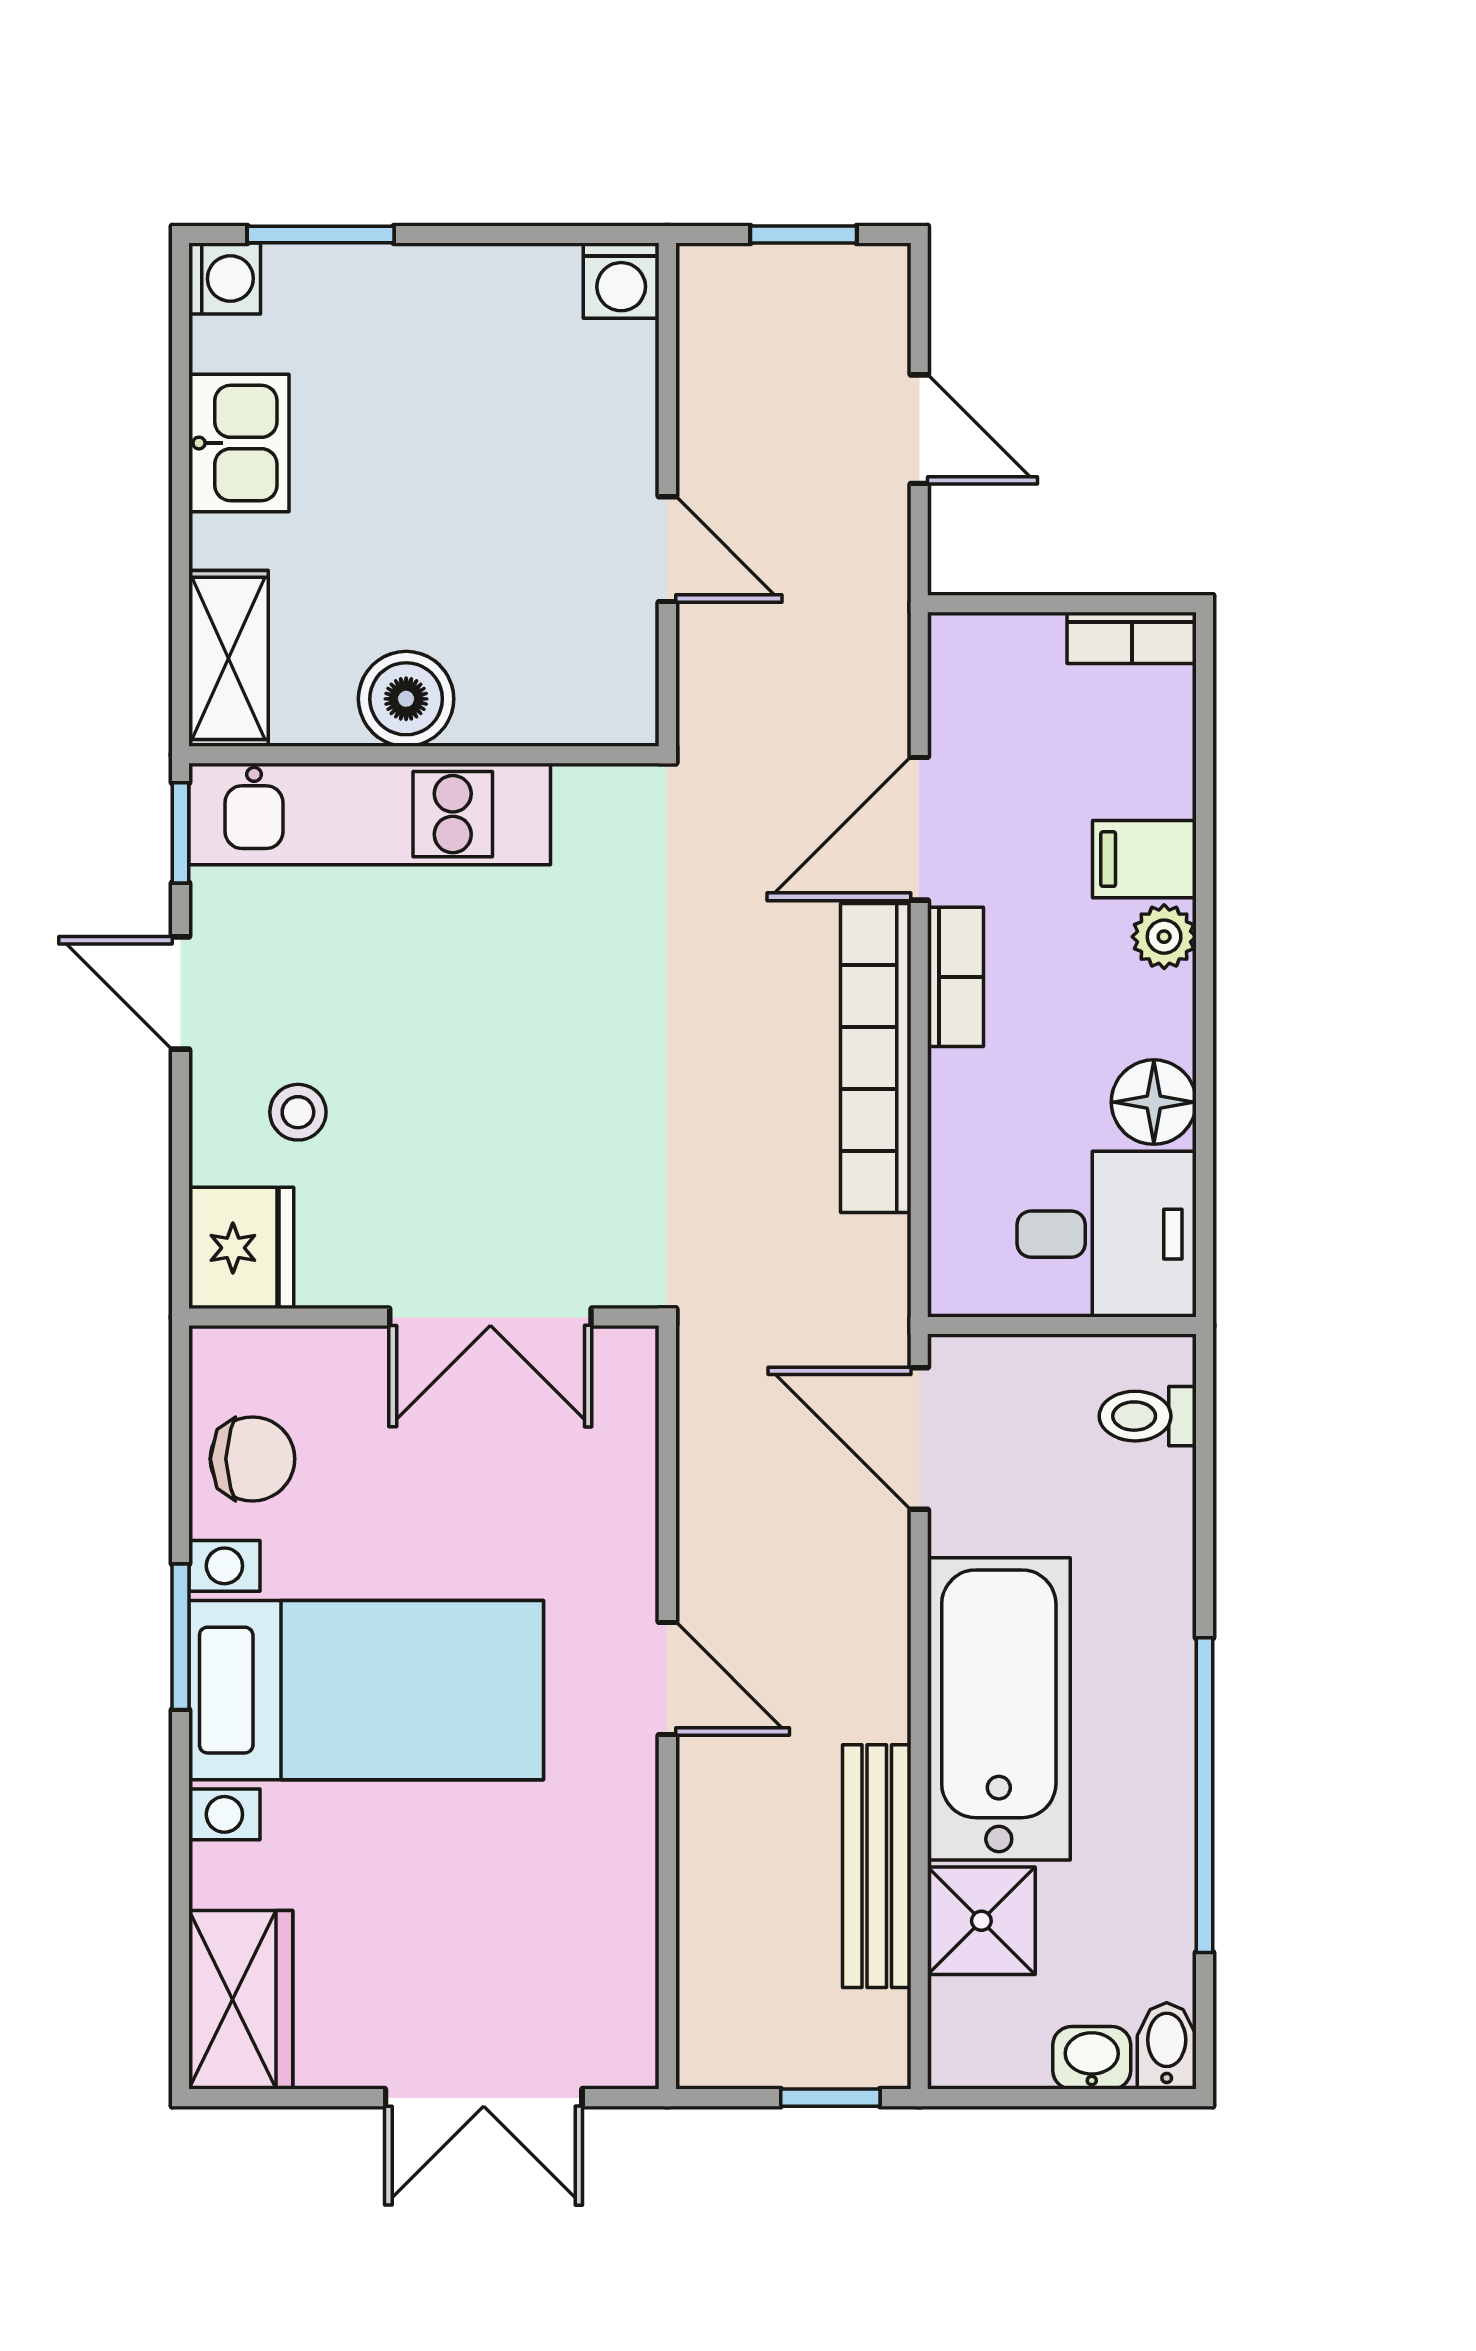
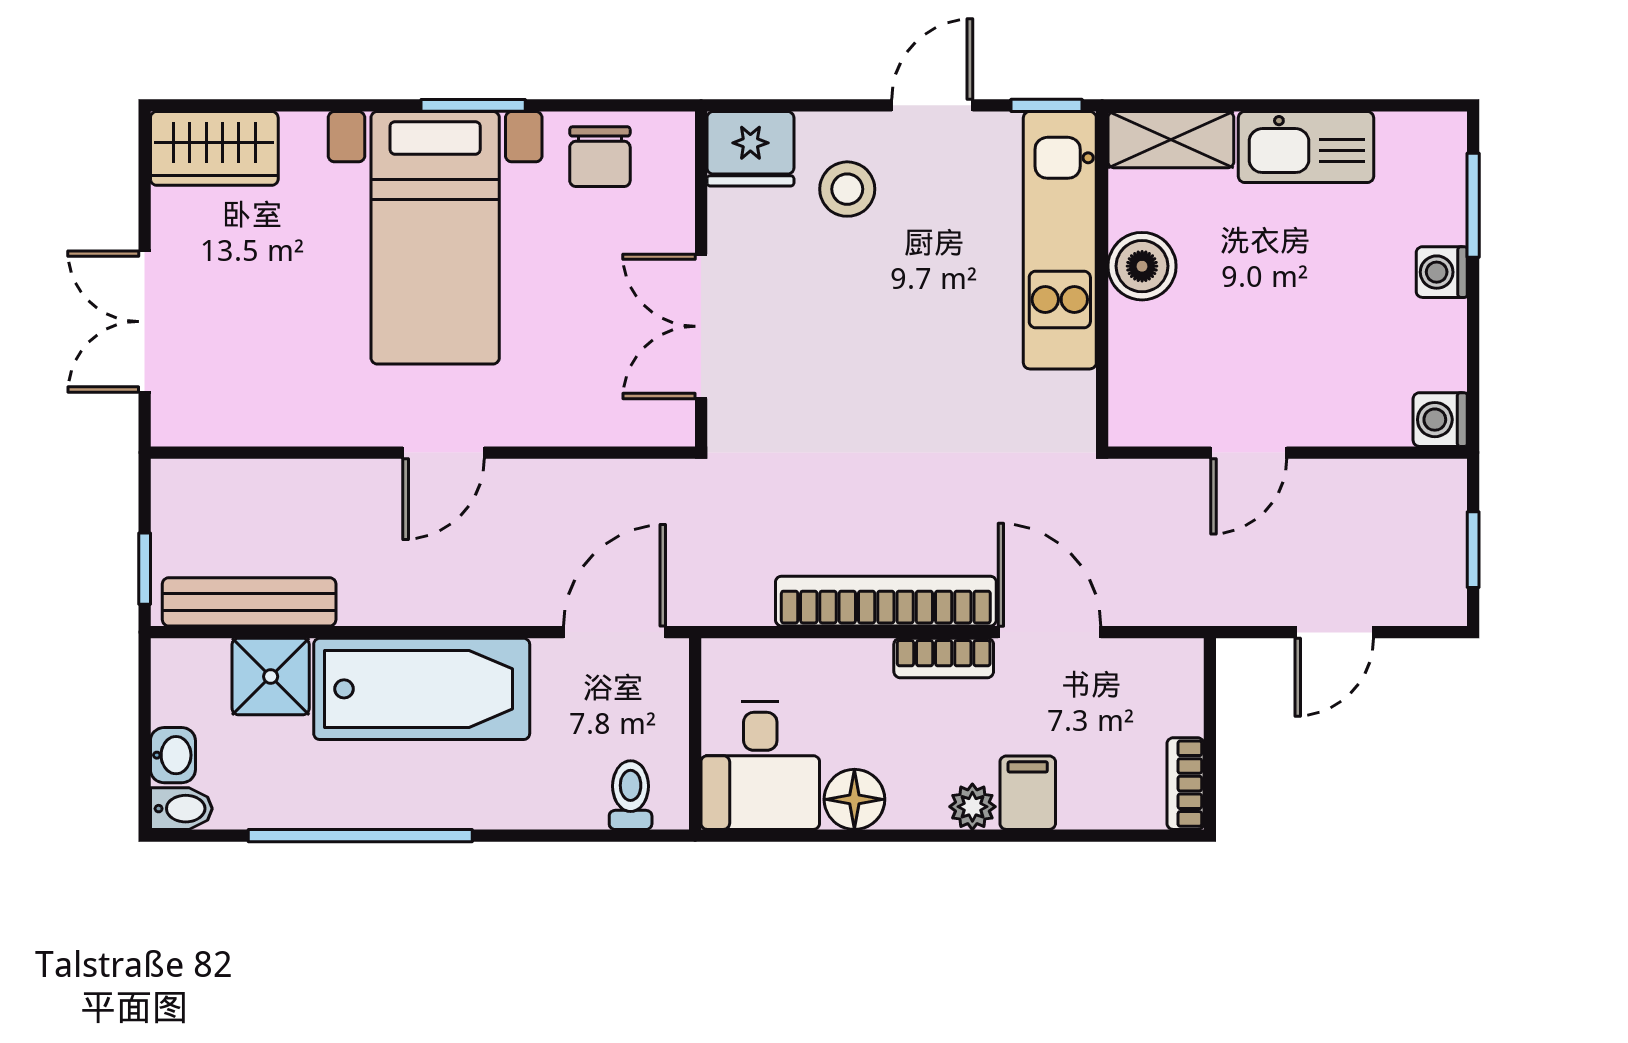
washing machine: (225, 279) -> (1442, 272), moved, turned 90
kitchen sink: (239, 443) -> (1306, 147), width x1.38
stool: (298, 1112) -> (847, 189), width x1.37, depth x1.37
bench: (877, 1866) -> (249, 602), moved

